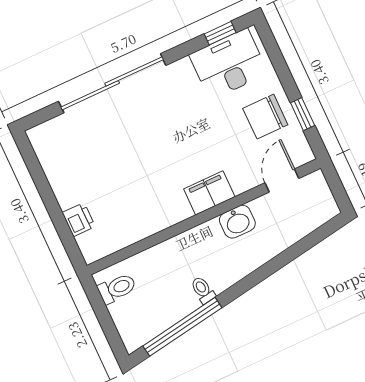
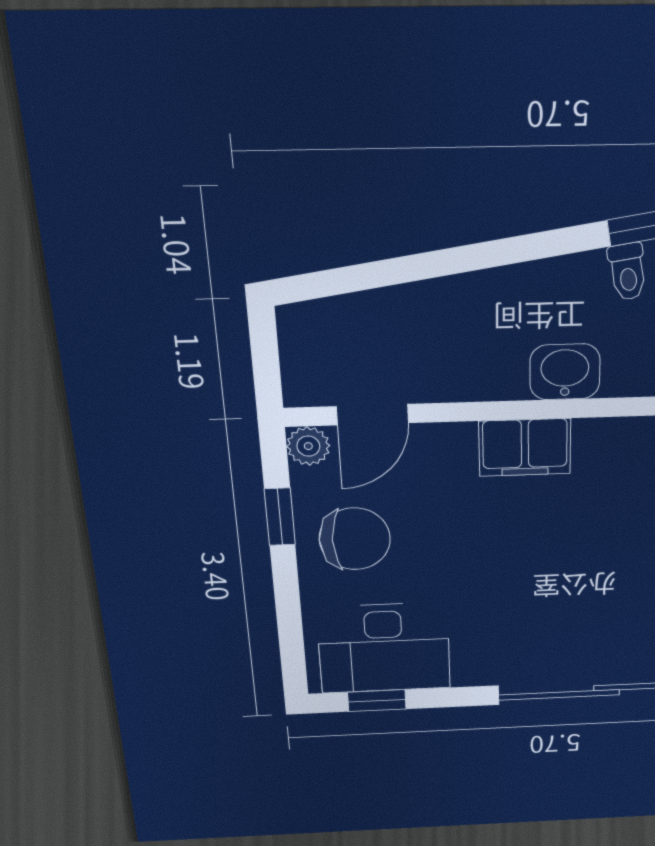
plant: (303, 154) -> (308, 446), added
washbasin: (237, 222) -> (565, 372), moved

